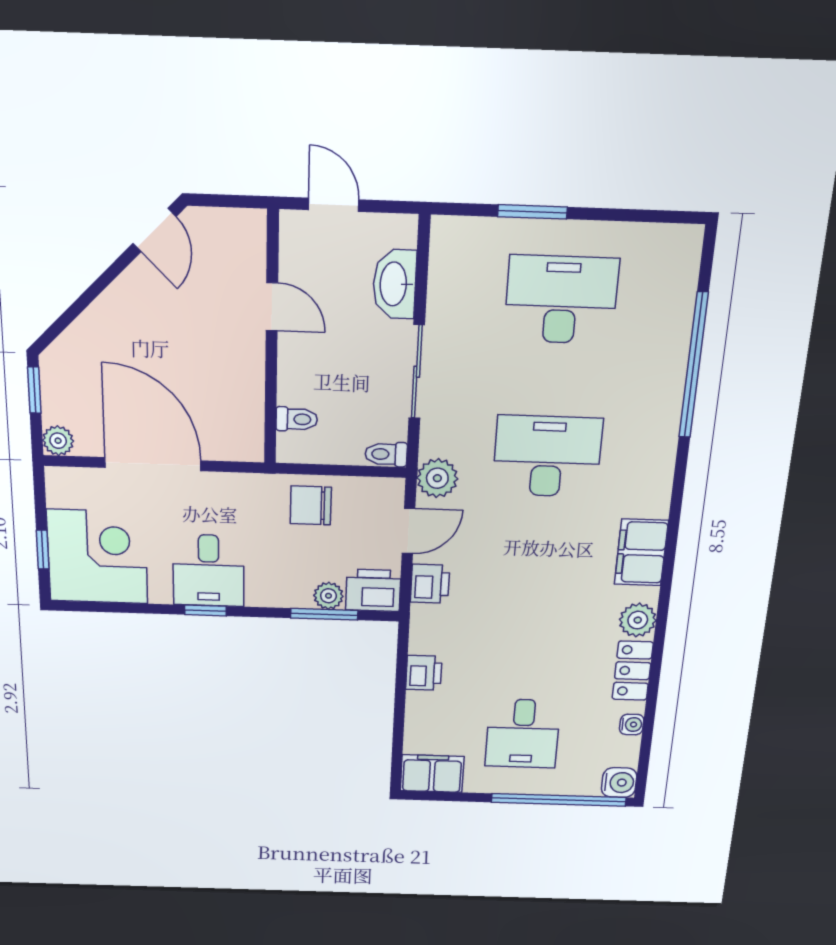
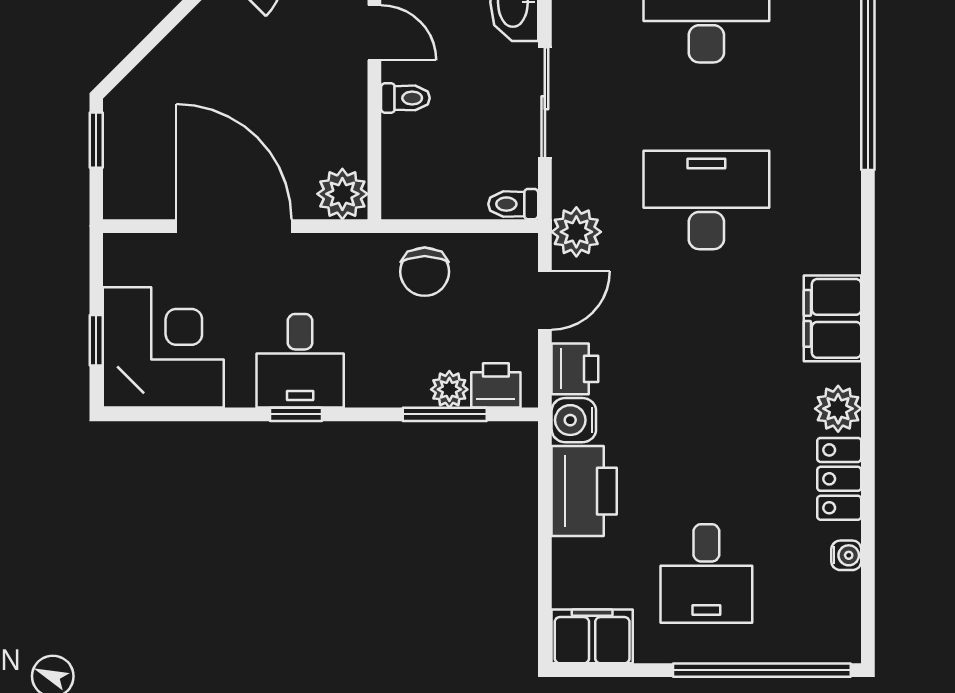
toilet: (297, 419) -> (405, 98), moved
plant: (58, 441) -> (342, 194), moved, width x1.38, depth x1.38
chair: (311, 505) -> (425, 272), turned -90
printer: (373, 590) -> (496, 385), width x0.73, depth x0.81
printer: (424, 673) -> (584, 491), width x1.87, depth x1.48
water cooler: (619, 783) -> (574, 420), moved, turned 180

